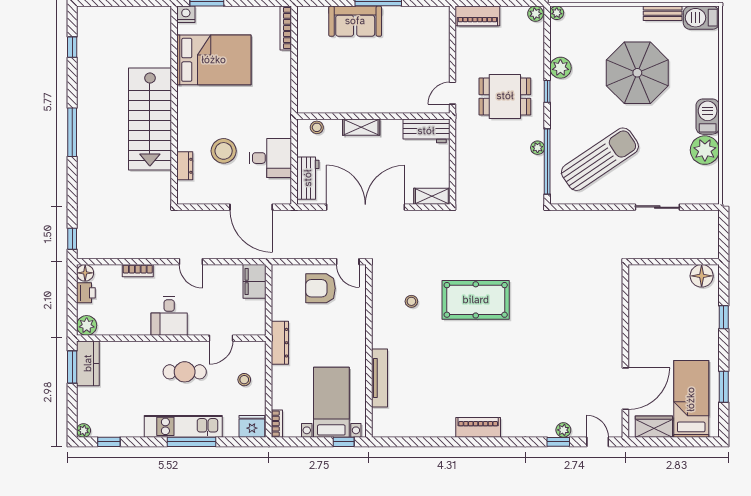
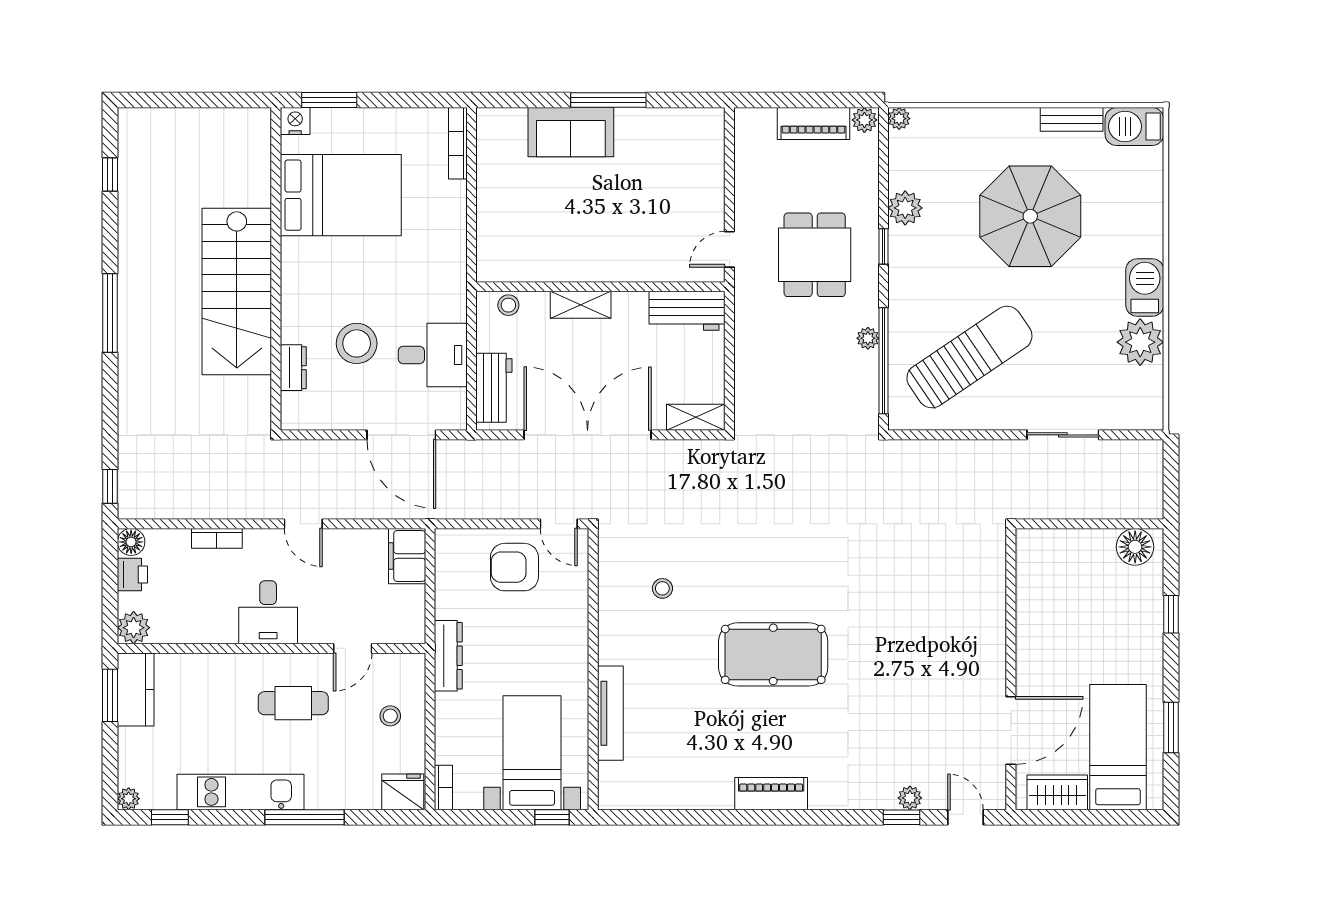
piano: (477, 16) -> (813, 124), moved
dining table: (505, 96) -> (815, 255), turned 90
pool table: (476, 300) -> (773, 654), moved
kitchen unit: (183, 426) -> (241, 792), moved

